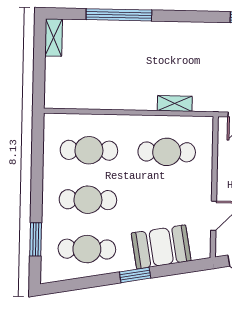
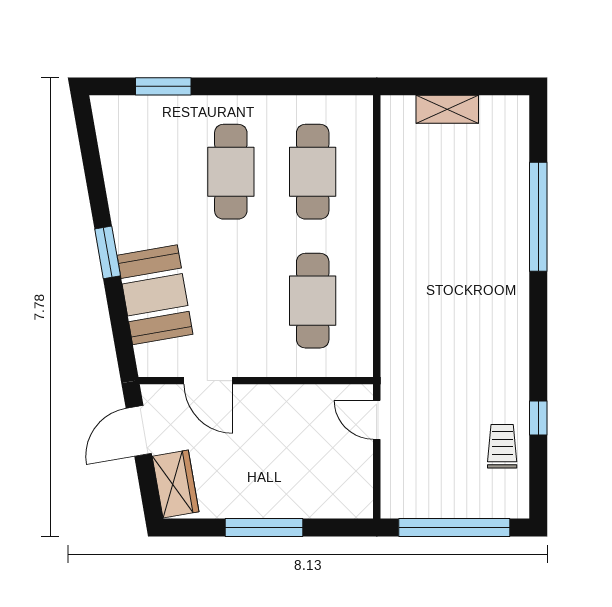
shelving: (54, 38) -> (447, 109), moved
shelving: (175, 103) -> (393, 312), removed
cafe table: (87, 249) -> (149, 172), removed

